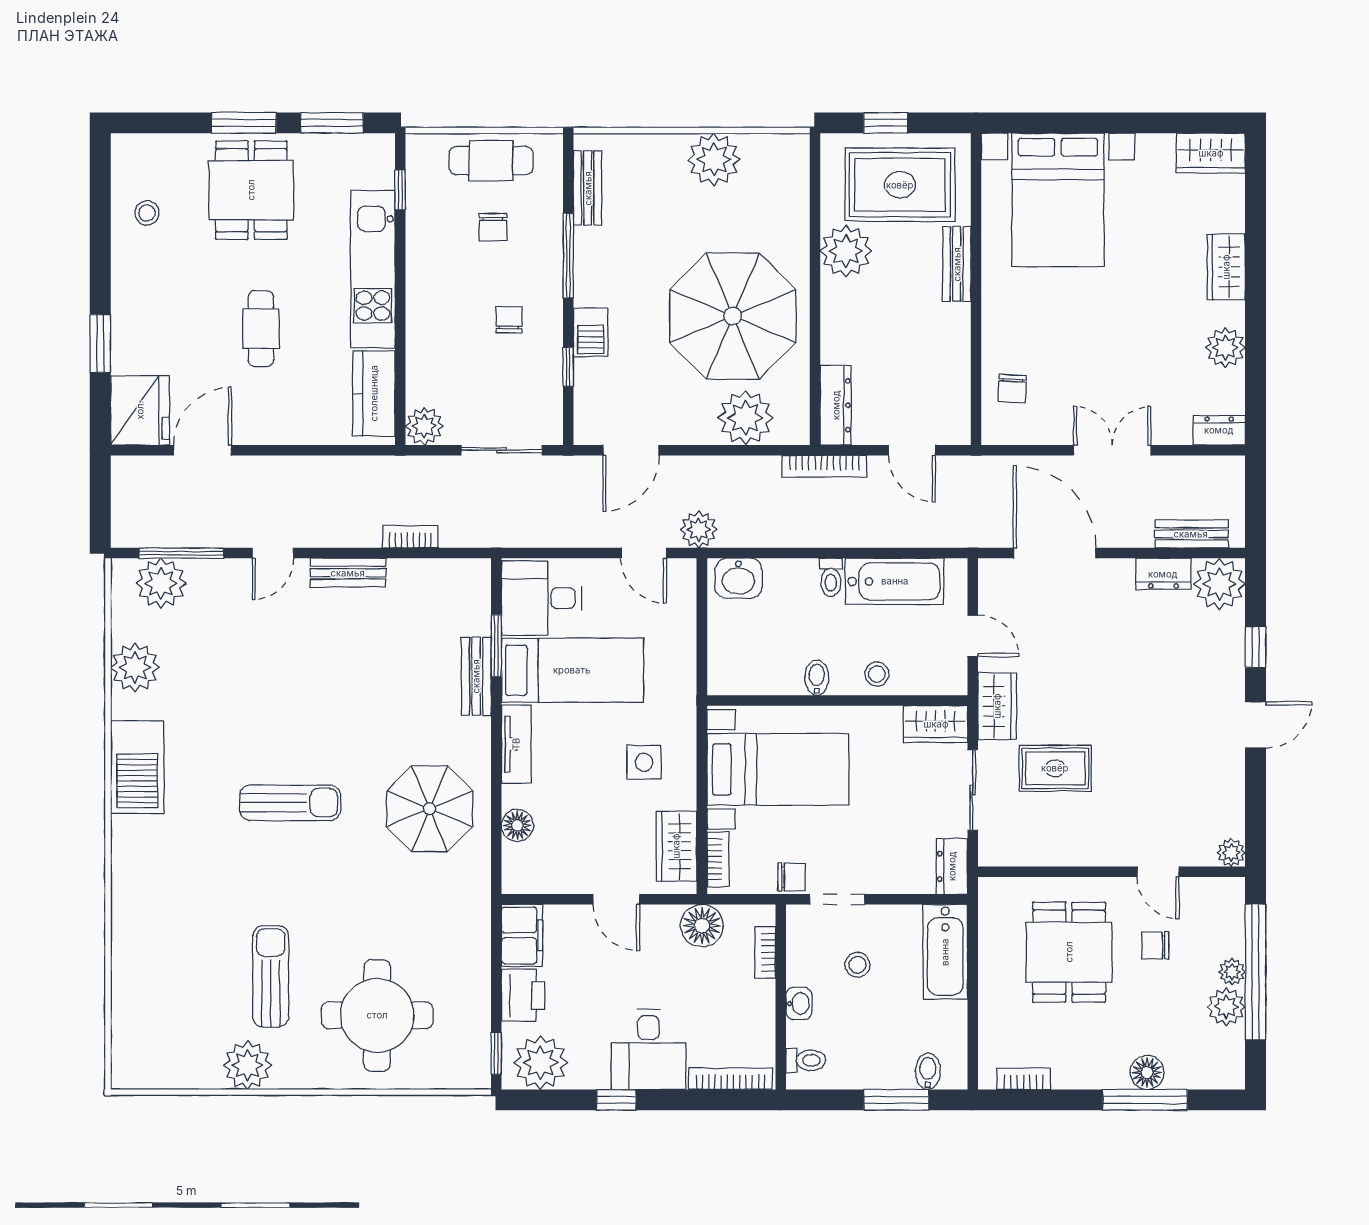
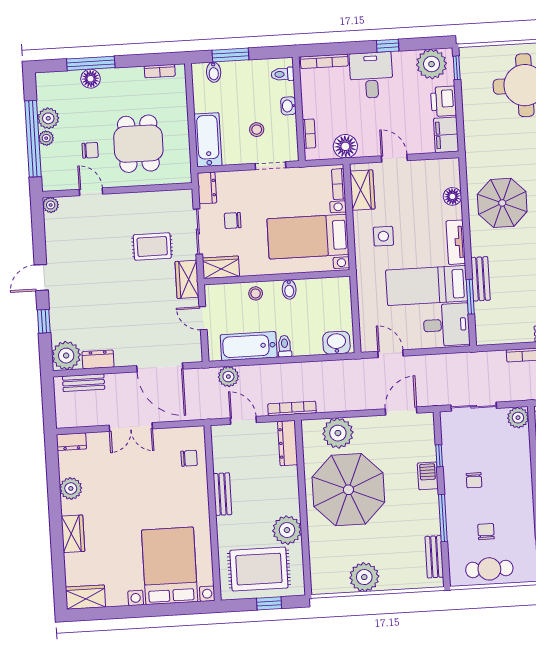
bench: (957, 264) -> (223, 494), moved
chair: (1012, 389) -> (189, 458), turned 87
plant: (699, 529) -> (228, 377), moved
chair: (792, 877) -> (233, 221), moved

